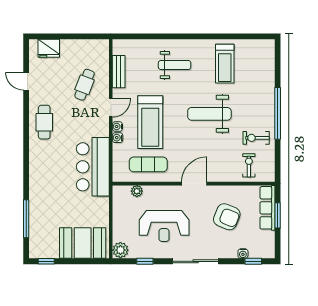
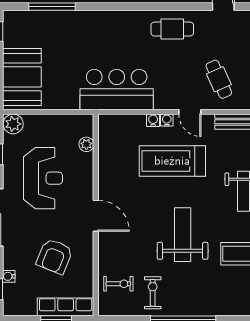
cafe table: (85, 85) -> (219, 79), turned 45
exercise mat: (148, 164) -> (120, 159), removed
reception desk: (164, 226) -> (43, 178), turned 180

